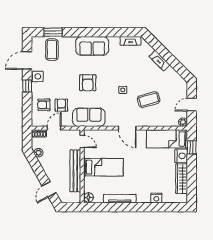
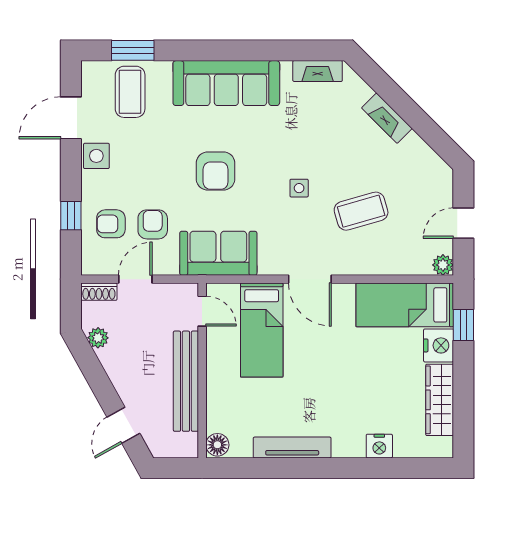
sofa: (92, 46) -> (226, 83), width x1.36
window: (27, 86) -> (71, 216), moved
bed: (103, 167) -> (262, 330), moved, turned 90

